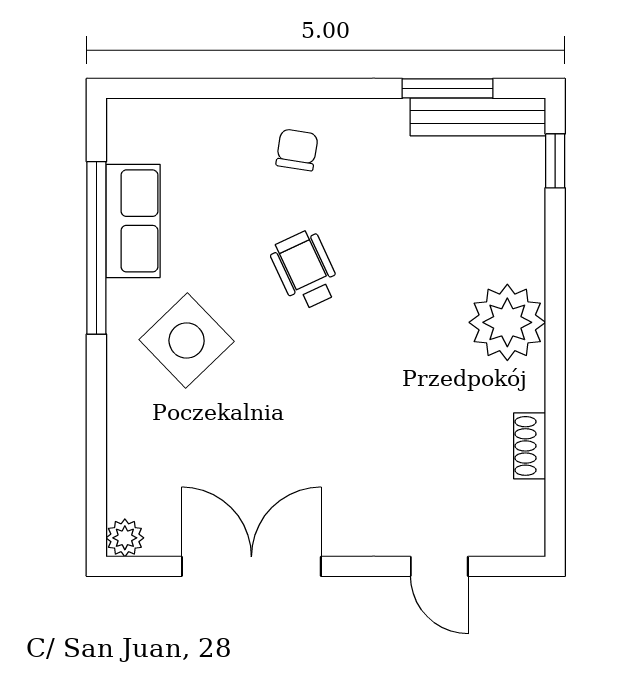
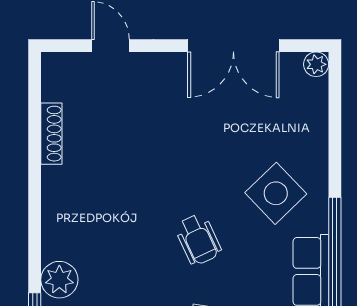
plant: (507, 322) -> (59, 280), moved, width x0.73, depth x0.73
shoe rack: (530, 446) -> (51, 134), width x1.43

